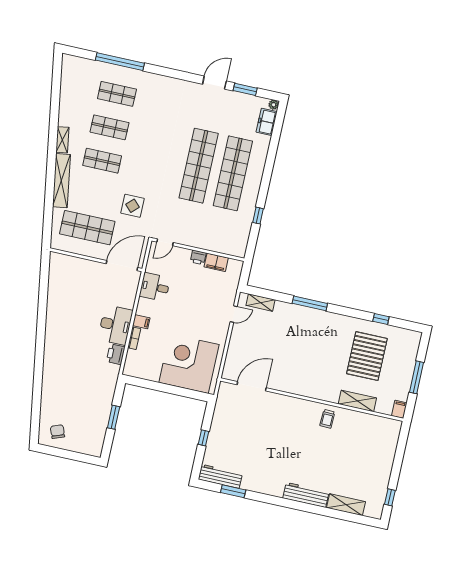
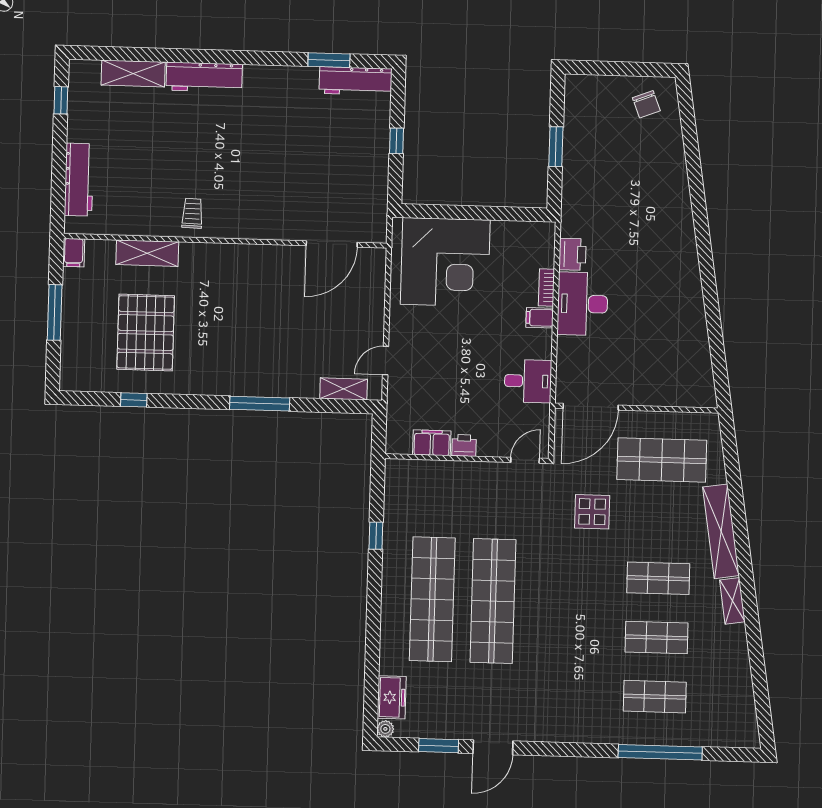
workbench: (388, 450) -> (79, 180), added

